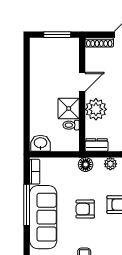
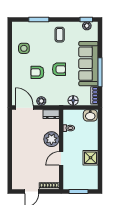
shower: (69, 109) -> (91, 158), moved
floor lamp: (86, 165) -> (73, 100), moved

